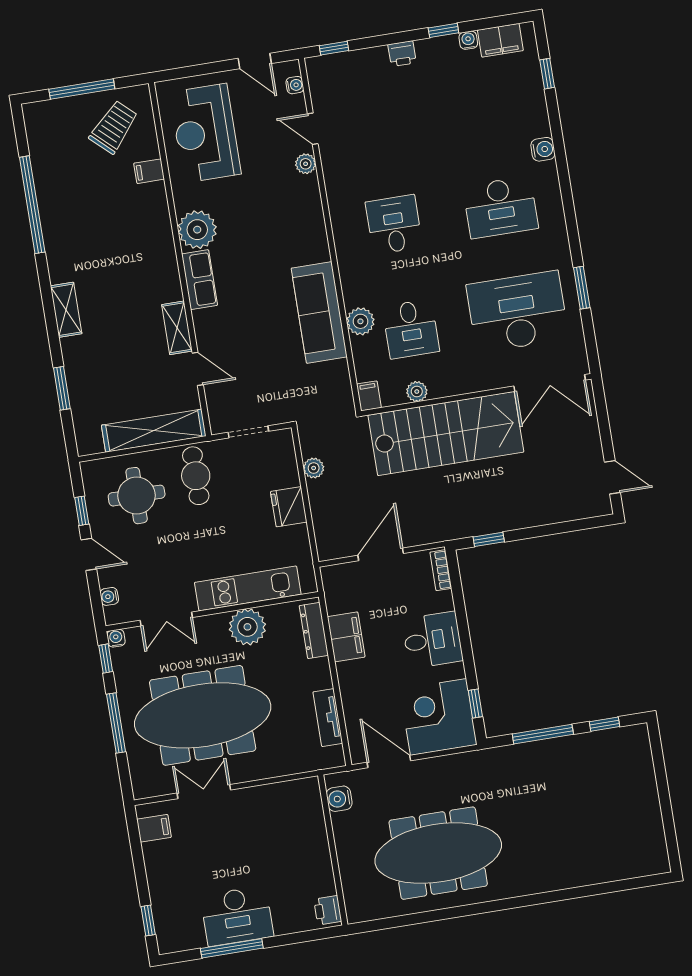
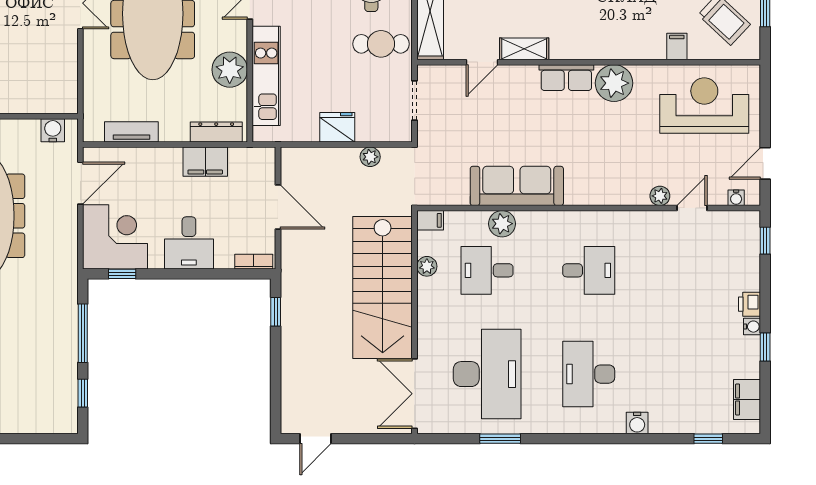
water cooler: (468, 40) -> (752, 327), moved

